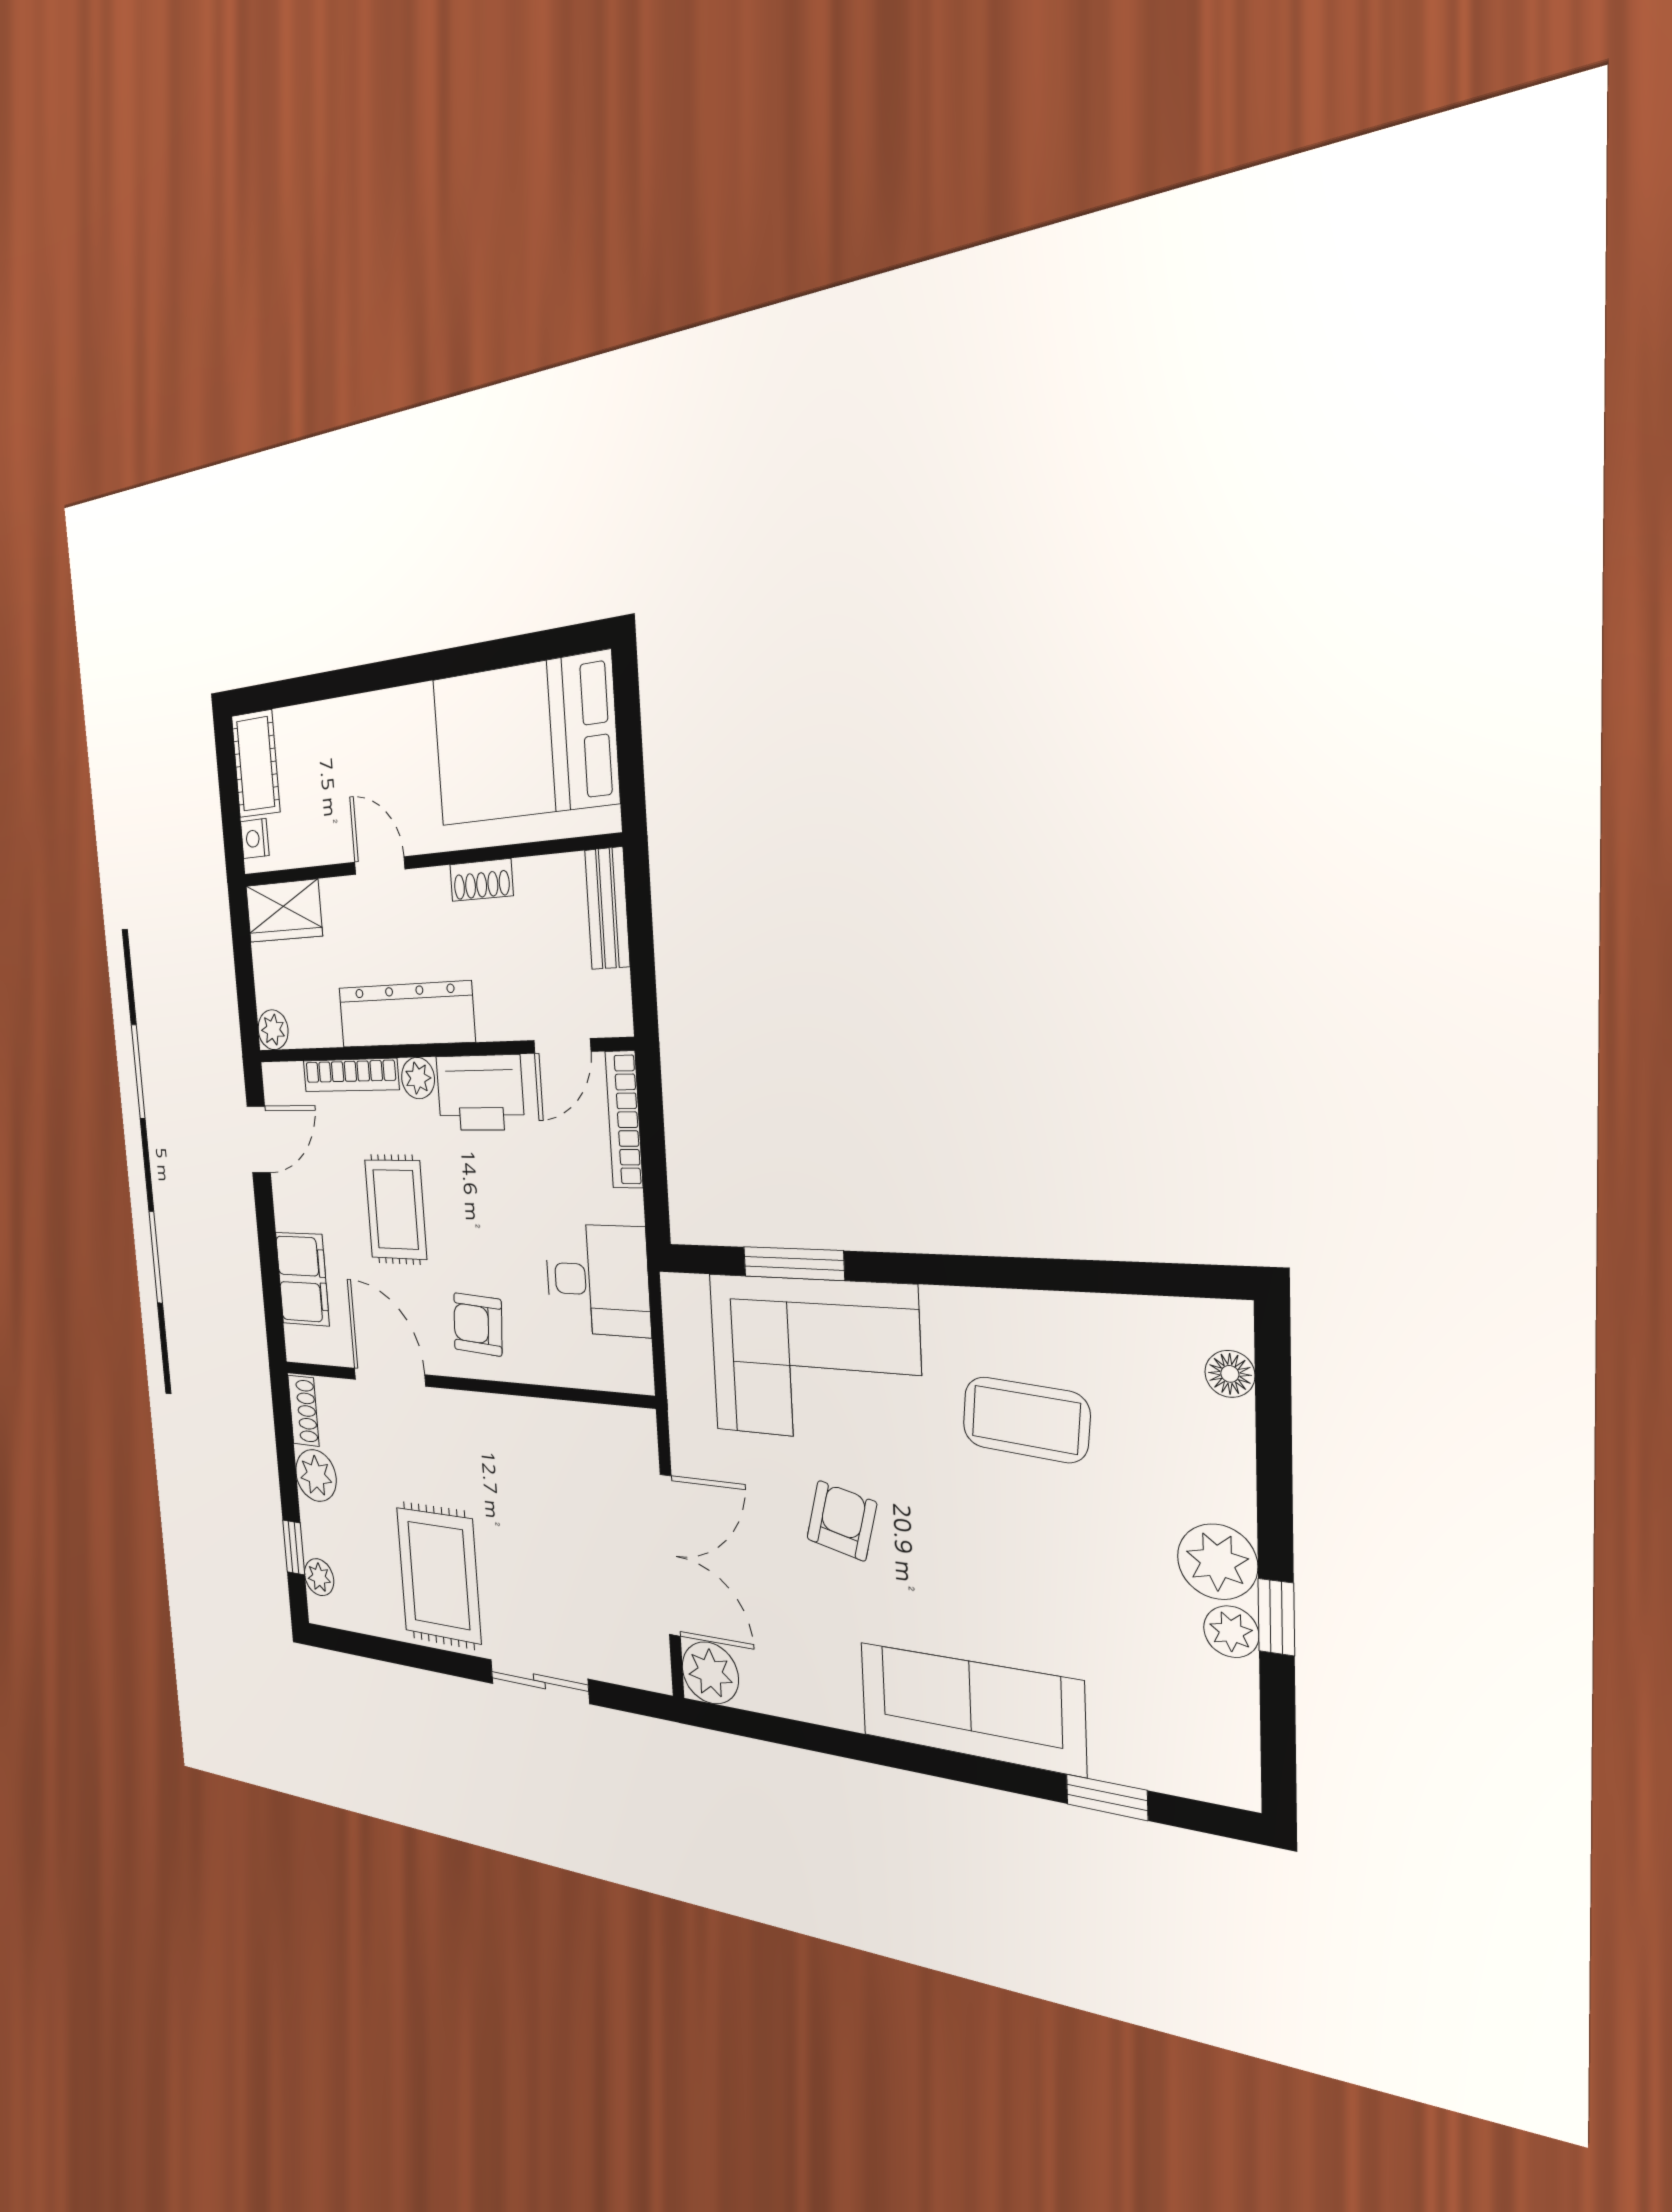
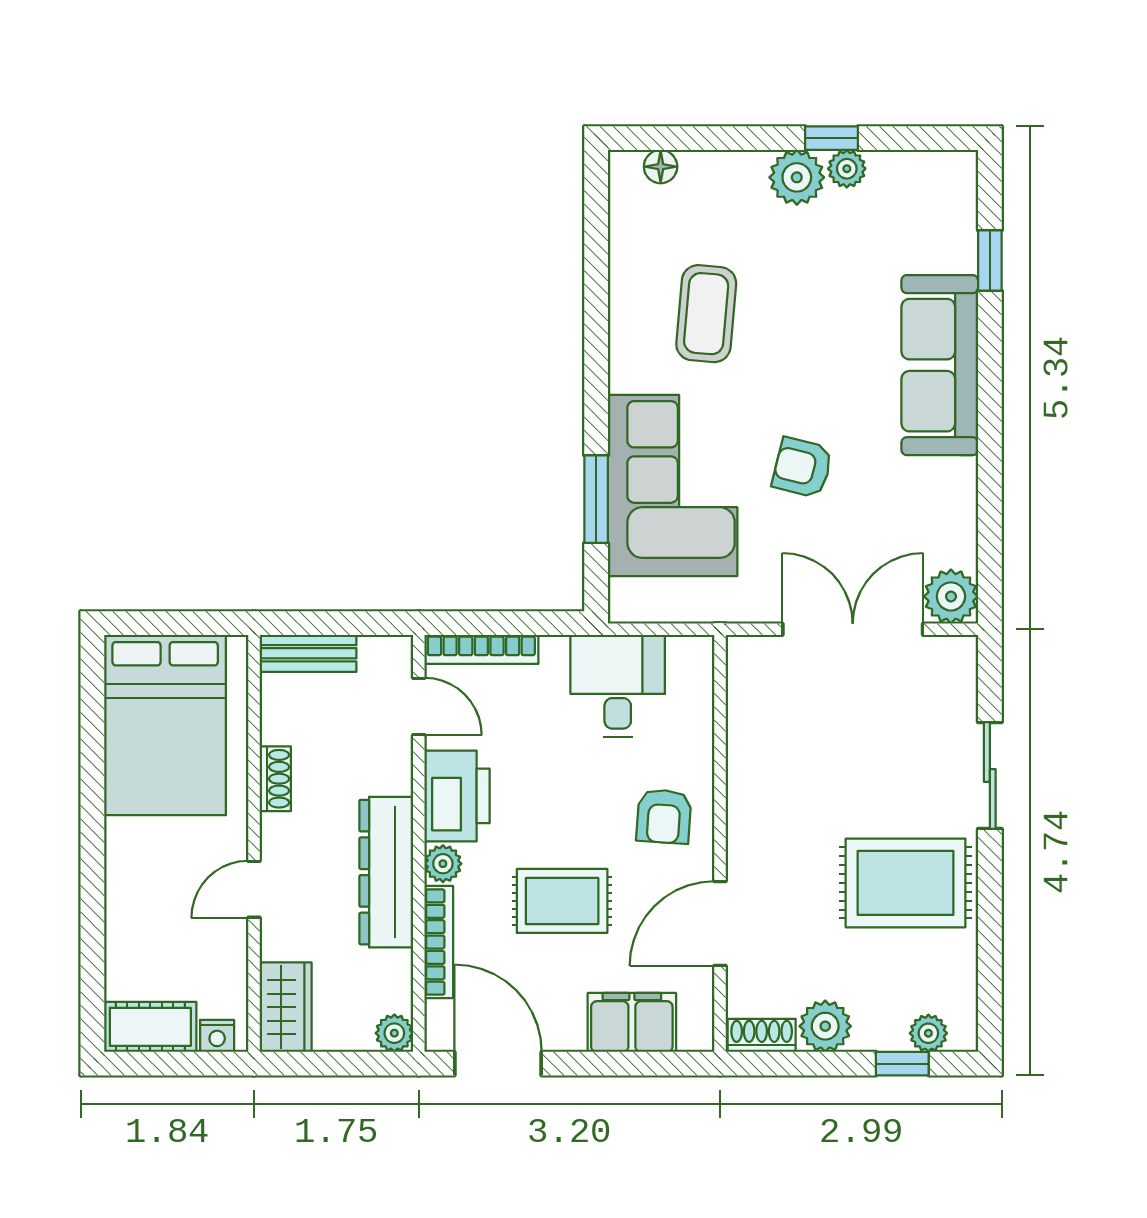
door: (259, 1139) -> (498, 1064), width x1.38

